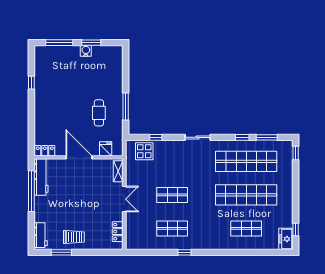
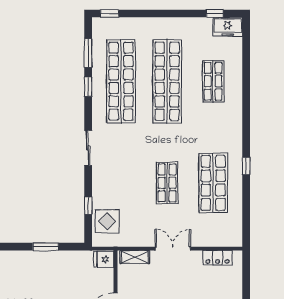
window: (126, 107) -> (46, 247), width x0.69
cafe table: (99, 113) -> (54, 284), removed
fridge: (106, 149) -> (104, 259), moved
shop shelf: (172, 228) -> (213, 183), width x1.43, depth x1.36

